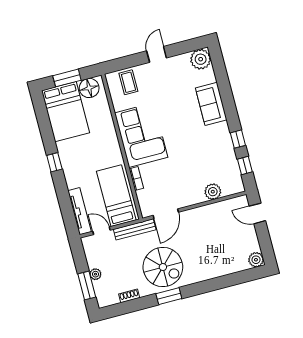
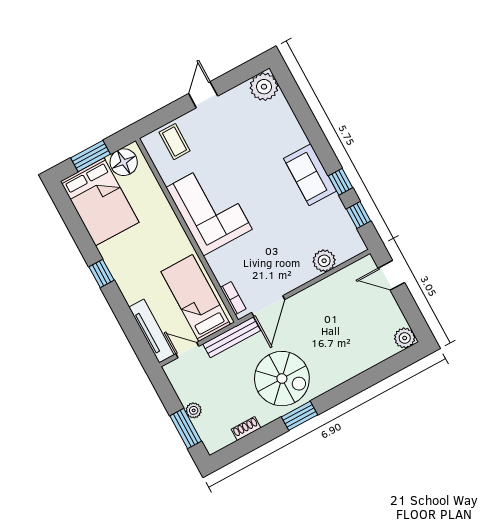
sofa: (211, 104) -> (310, 175), moved
bookcase: (136, 179) -> (233, 298), moved

